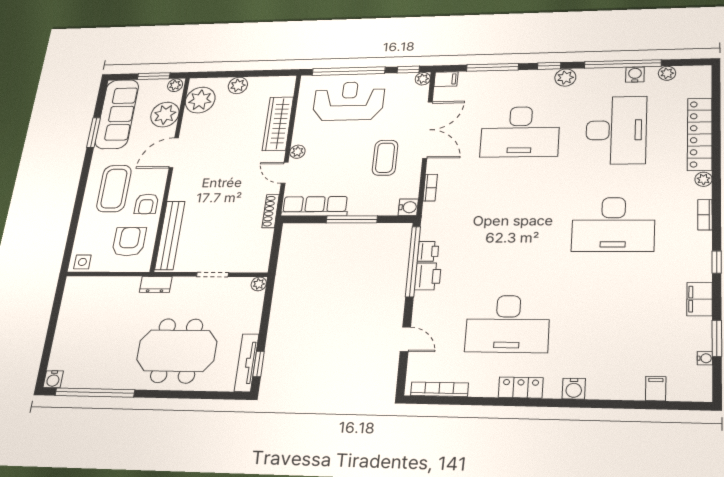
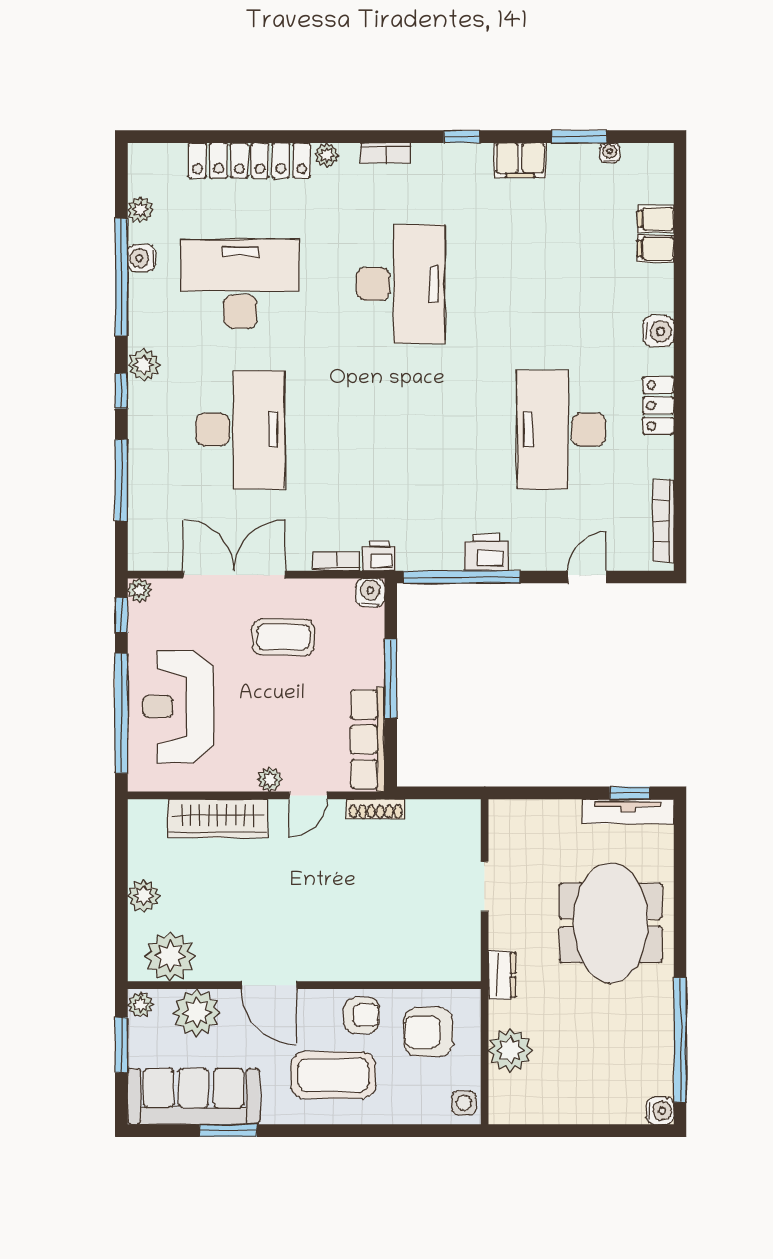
filing cabinet: (446, 79) -> (656, 249), moved, turned -90
bench: (170, 235) -> (417, 966), removed
printer: (428, 251) -> (379, 556), moved
plant: (259, 284) -> (510, 1050), moved, width x1.87, depth x1.87
desk: (508, 324) -> (561, 430), turned 180

